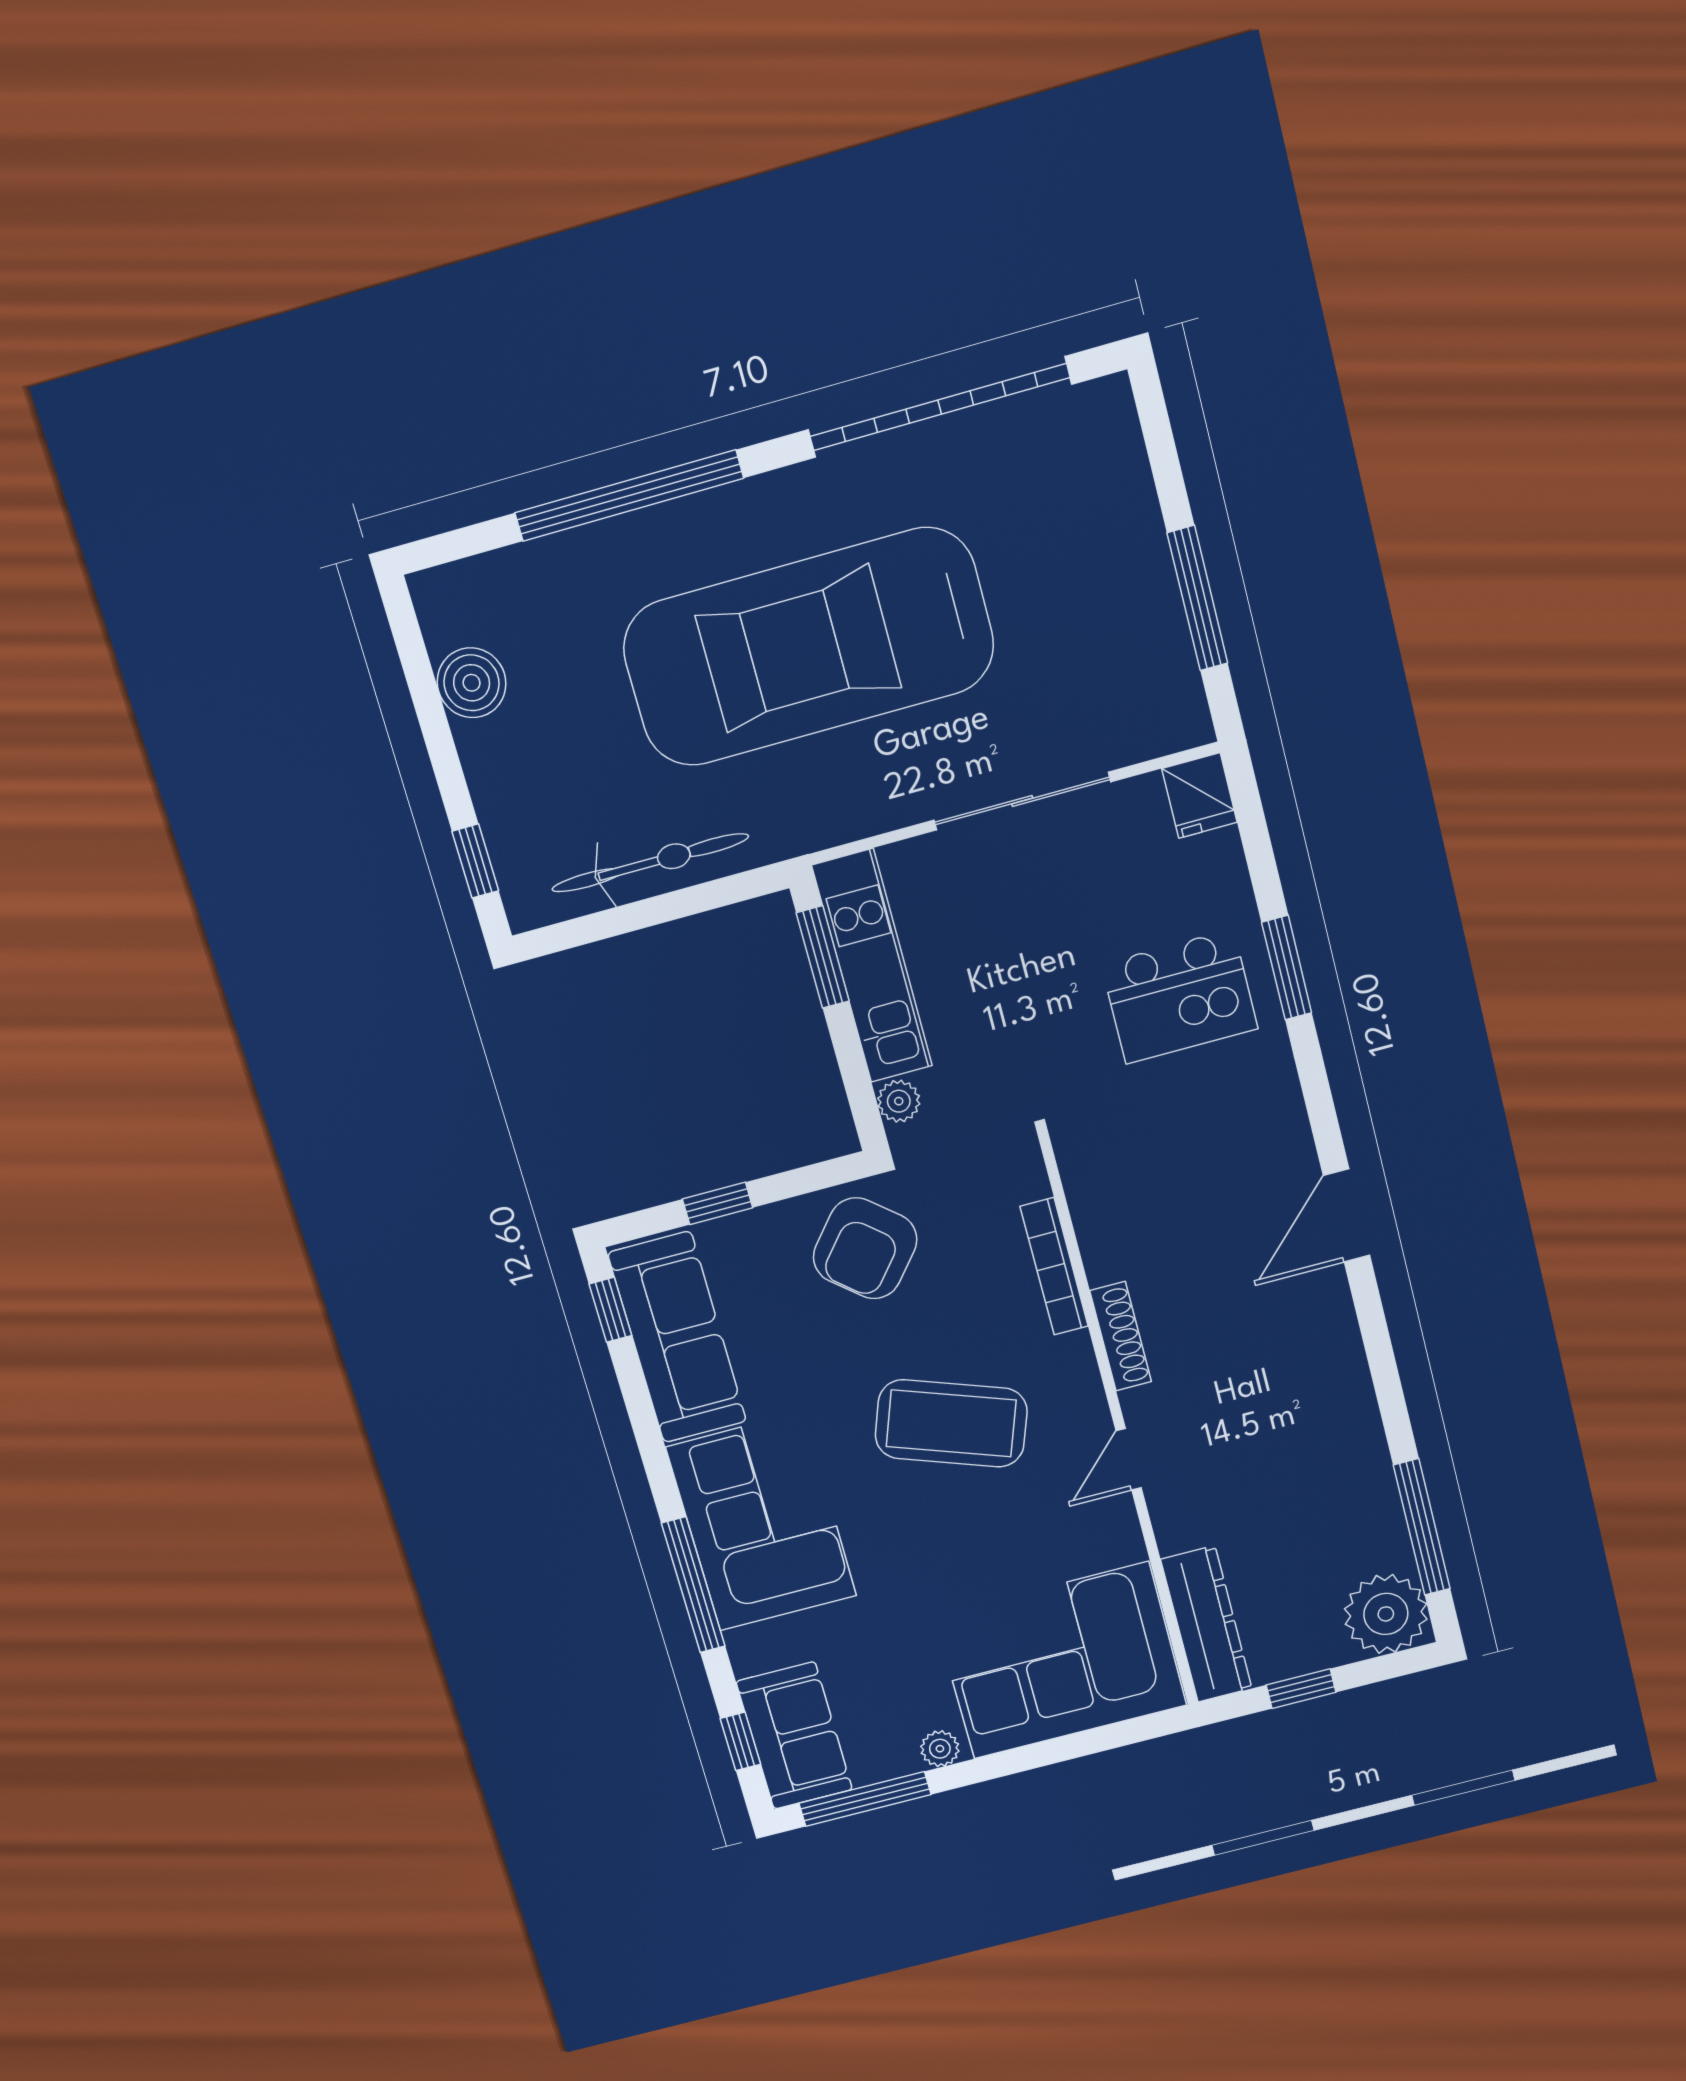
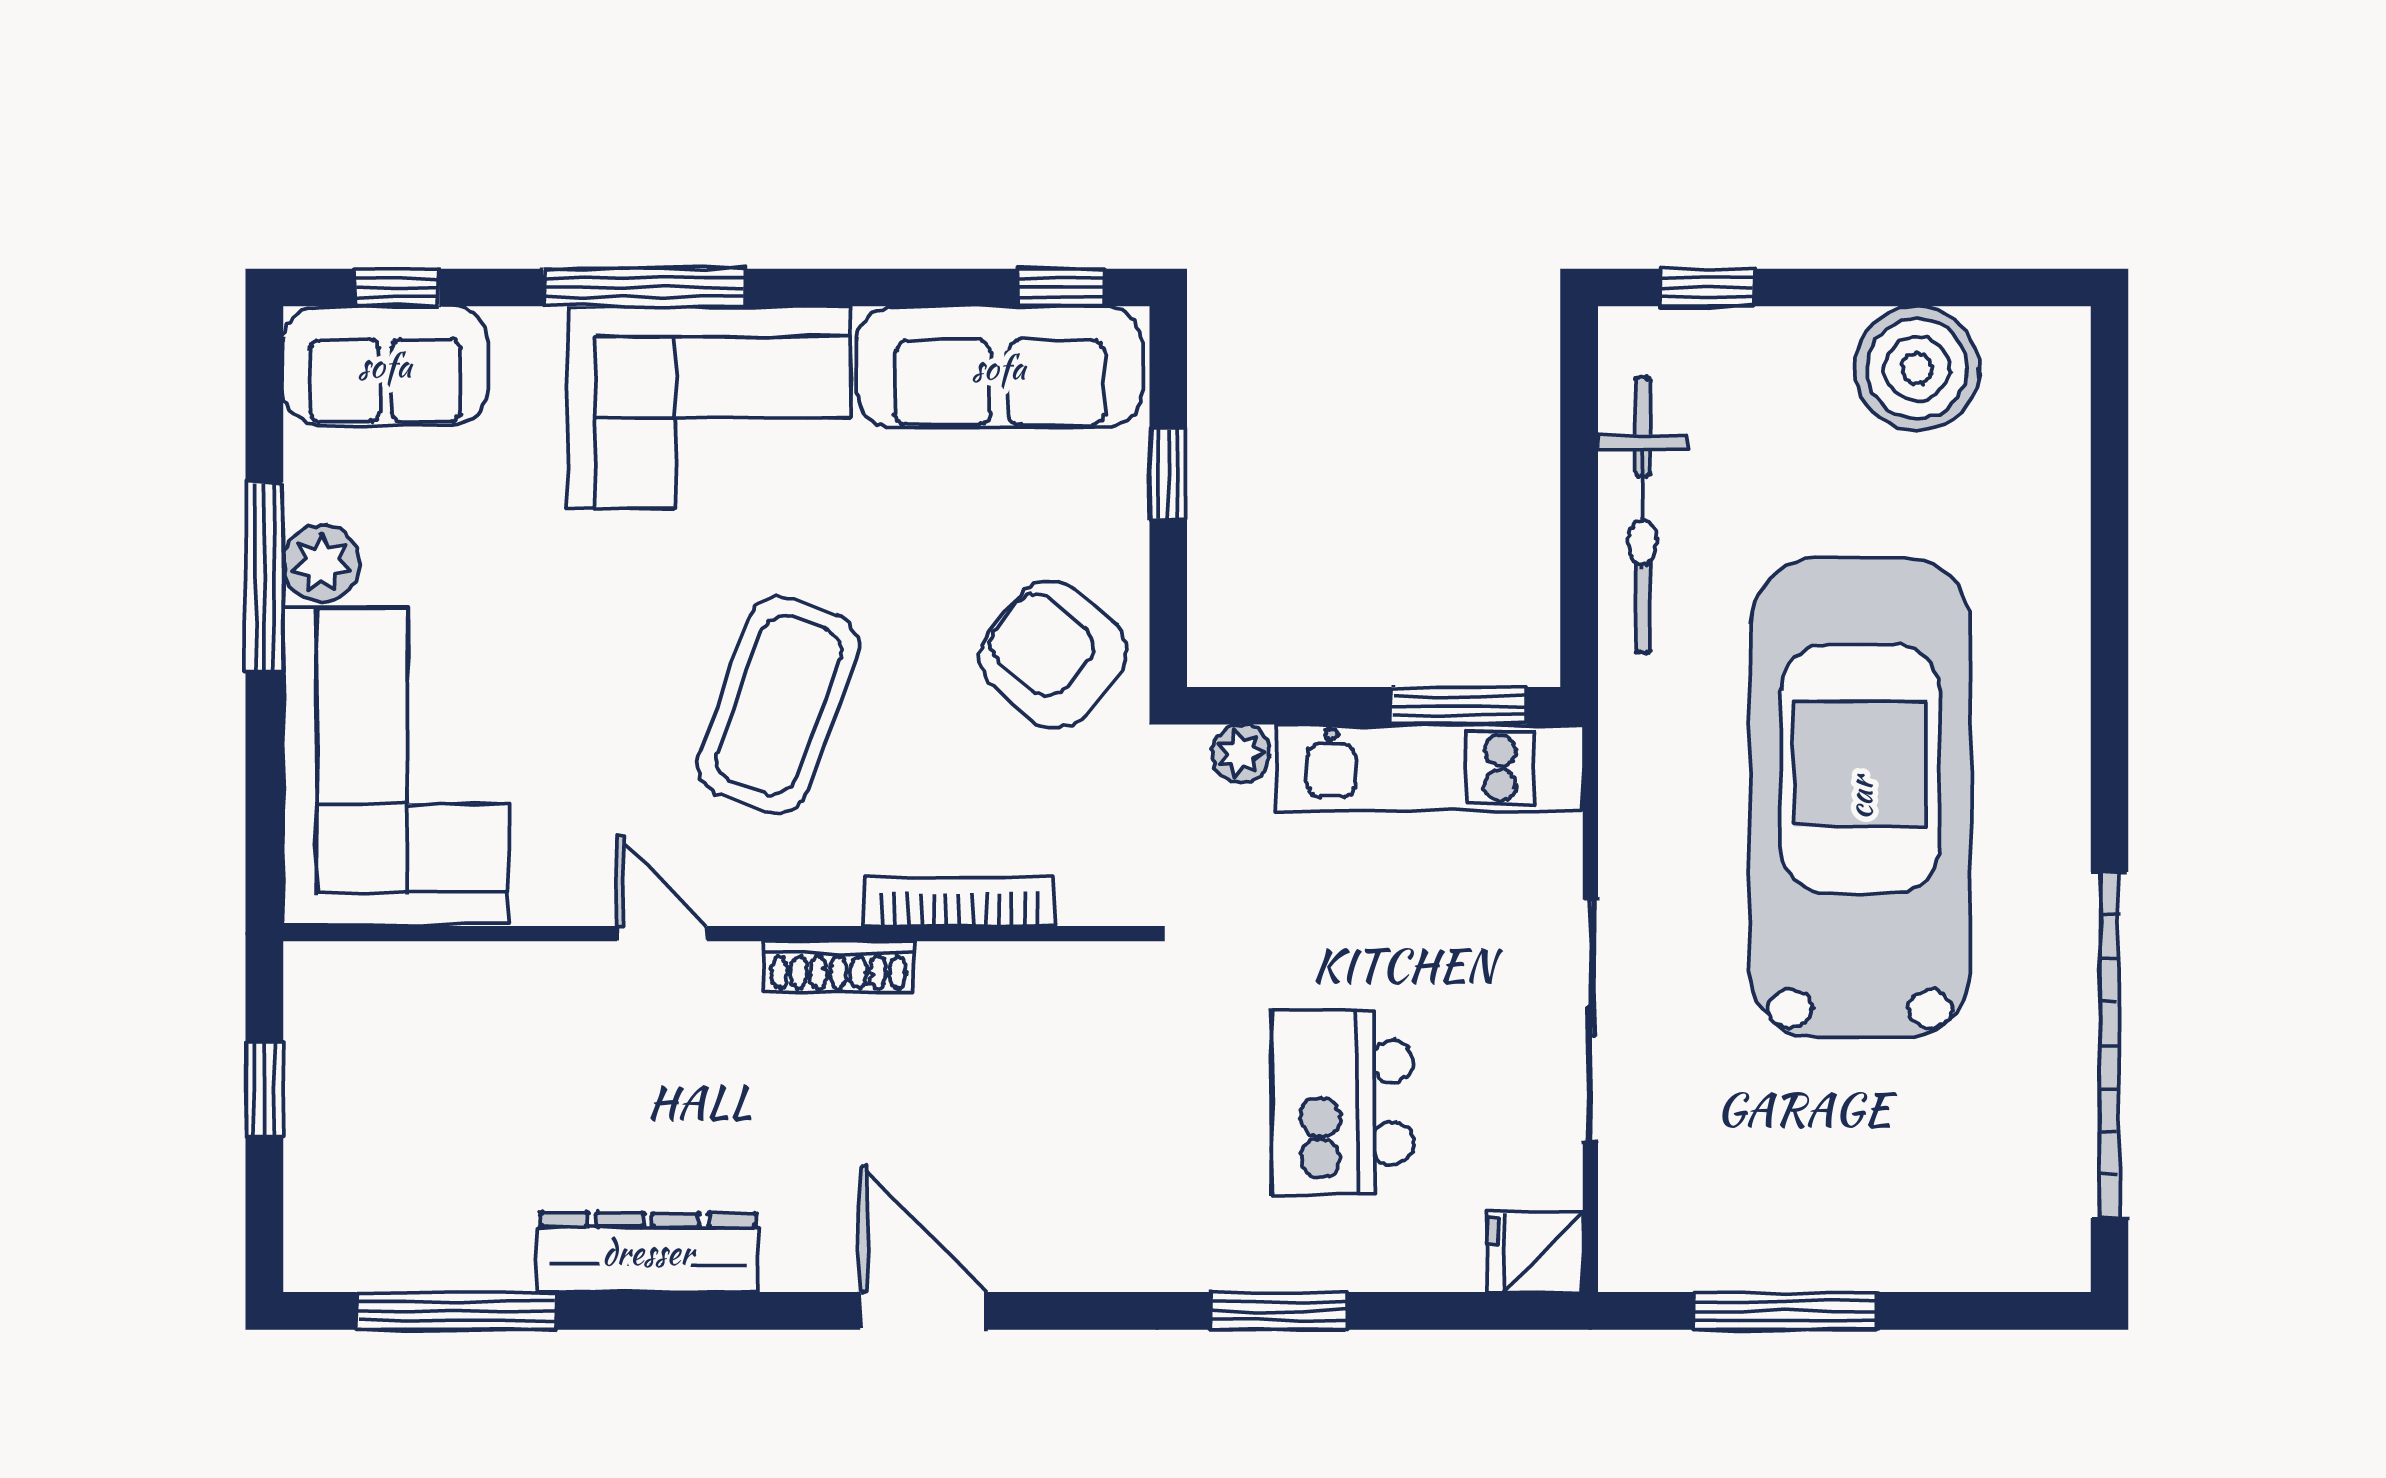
window: (629, 495) -> (2110, 622), removed
boiler: (472, 683) -> (1917, 369), width x1.37, depth x1.37
kitchen island: (1180, 997) -> (1343, 1102), moved
plant: (1386, 1614) -> (343, 1232), removed
dresser: (1206, 1624) -> (648, 1252), moved, turned 180
plant: (940, 1749) -> (322, 563), width x1.38, depth x1.38
window: (865, 1799) -> (264, 577), moved

